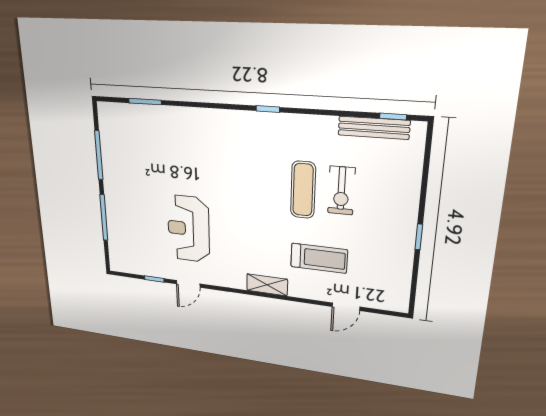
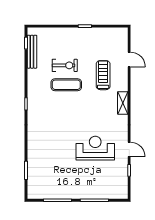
reception desk: (188, 229) -> (95, 148), turned 180

